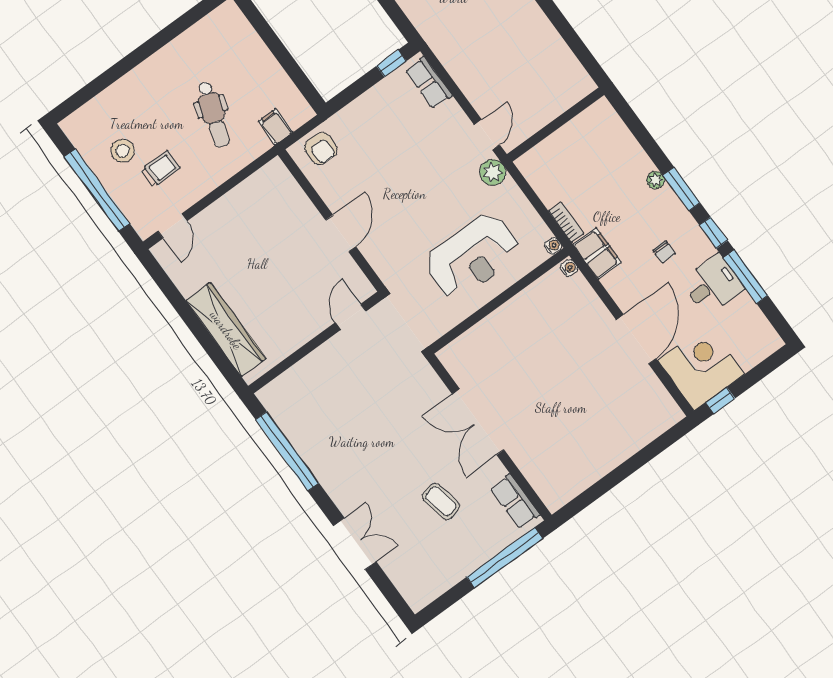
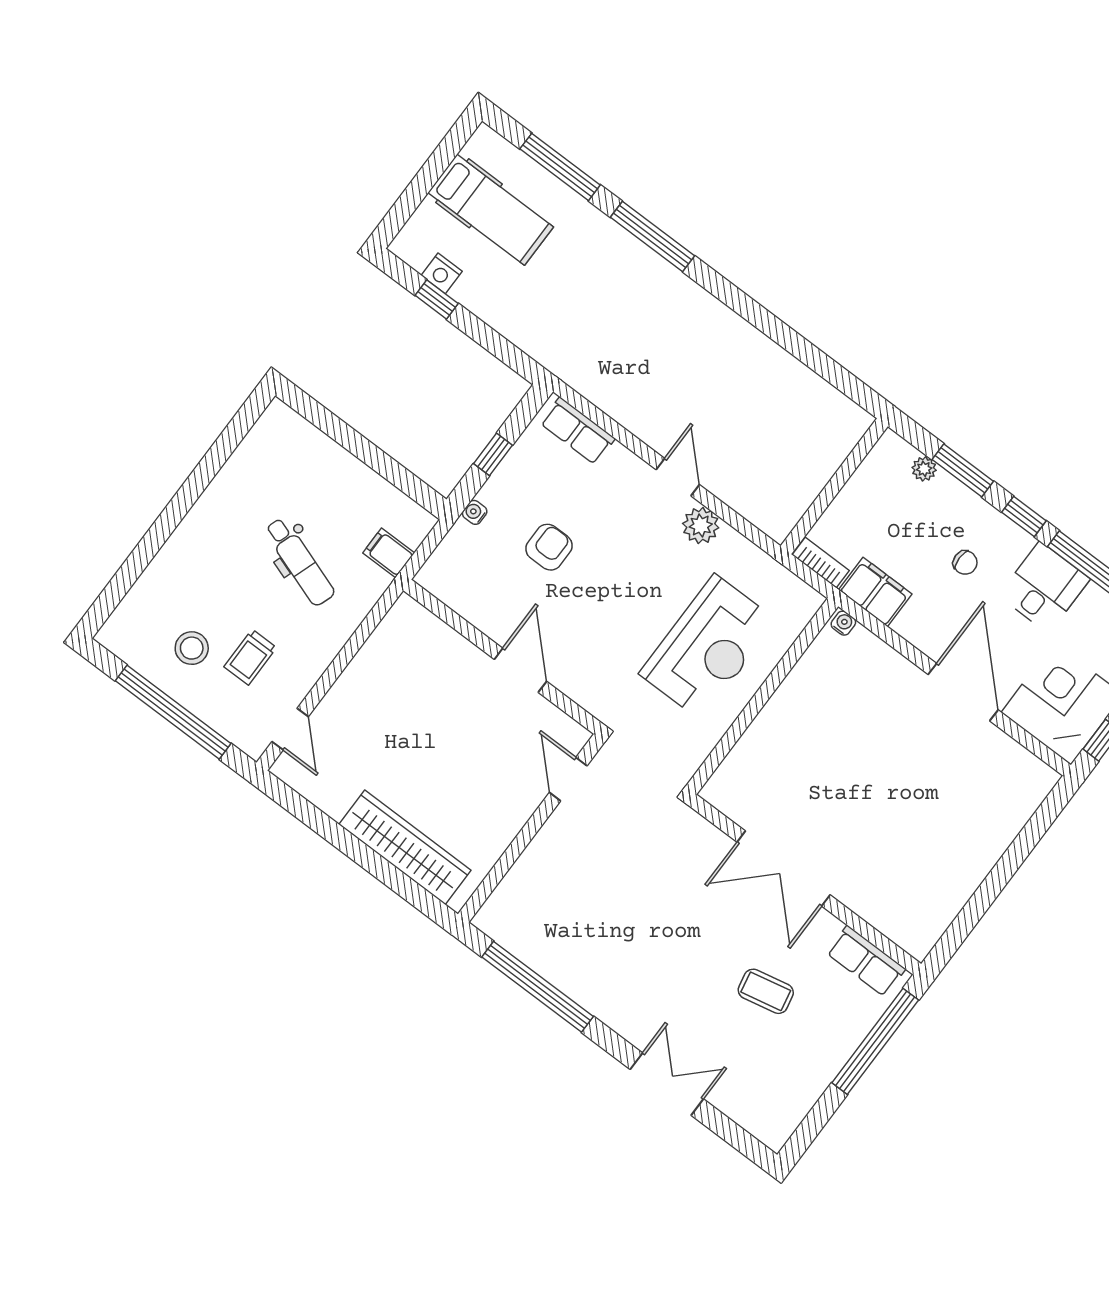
window: (391, 63) -> (493, 454), moved
wall: (556, 125) -> (834, 486), moved
armchair: (321, 149) -> (549, 547), moved, turned -90
trolley: (160, 169) -> (250, 657), turned 180
water cooler: (553, 246) -> (475, 512), moved, turned -90

